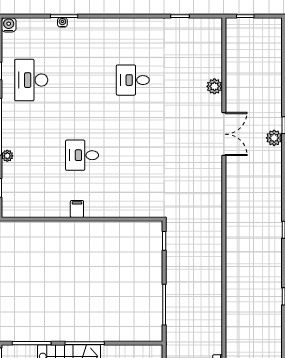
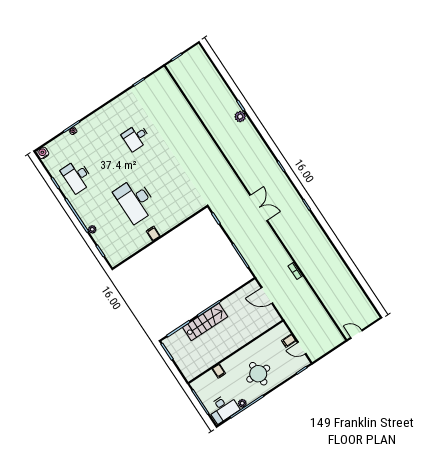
plant: (214, 86) -> (186, 110), removed
double door: (224, 134) -> (259, 208), moved
desk: (82, 155) -> (135, 200), width x1.87, depth x1.30

